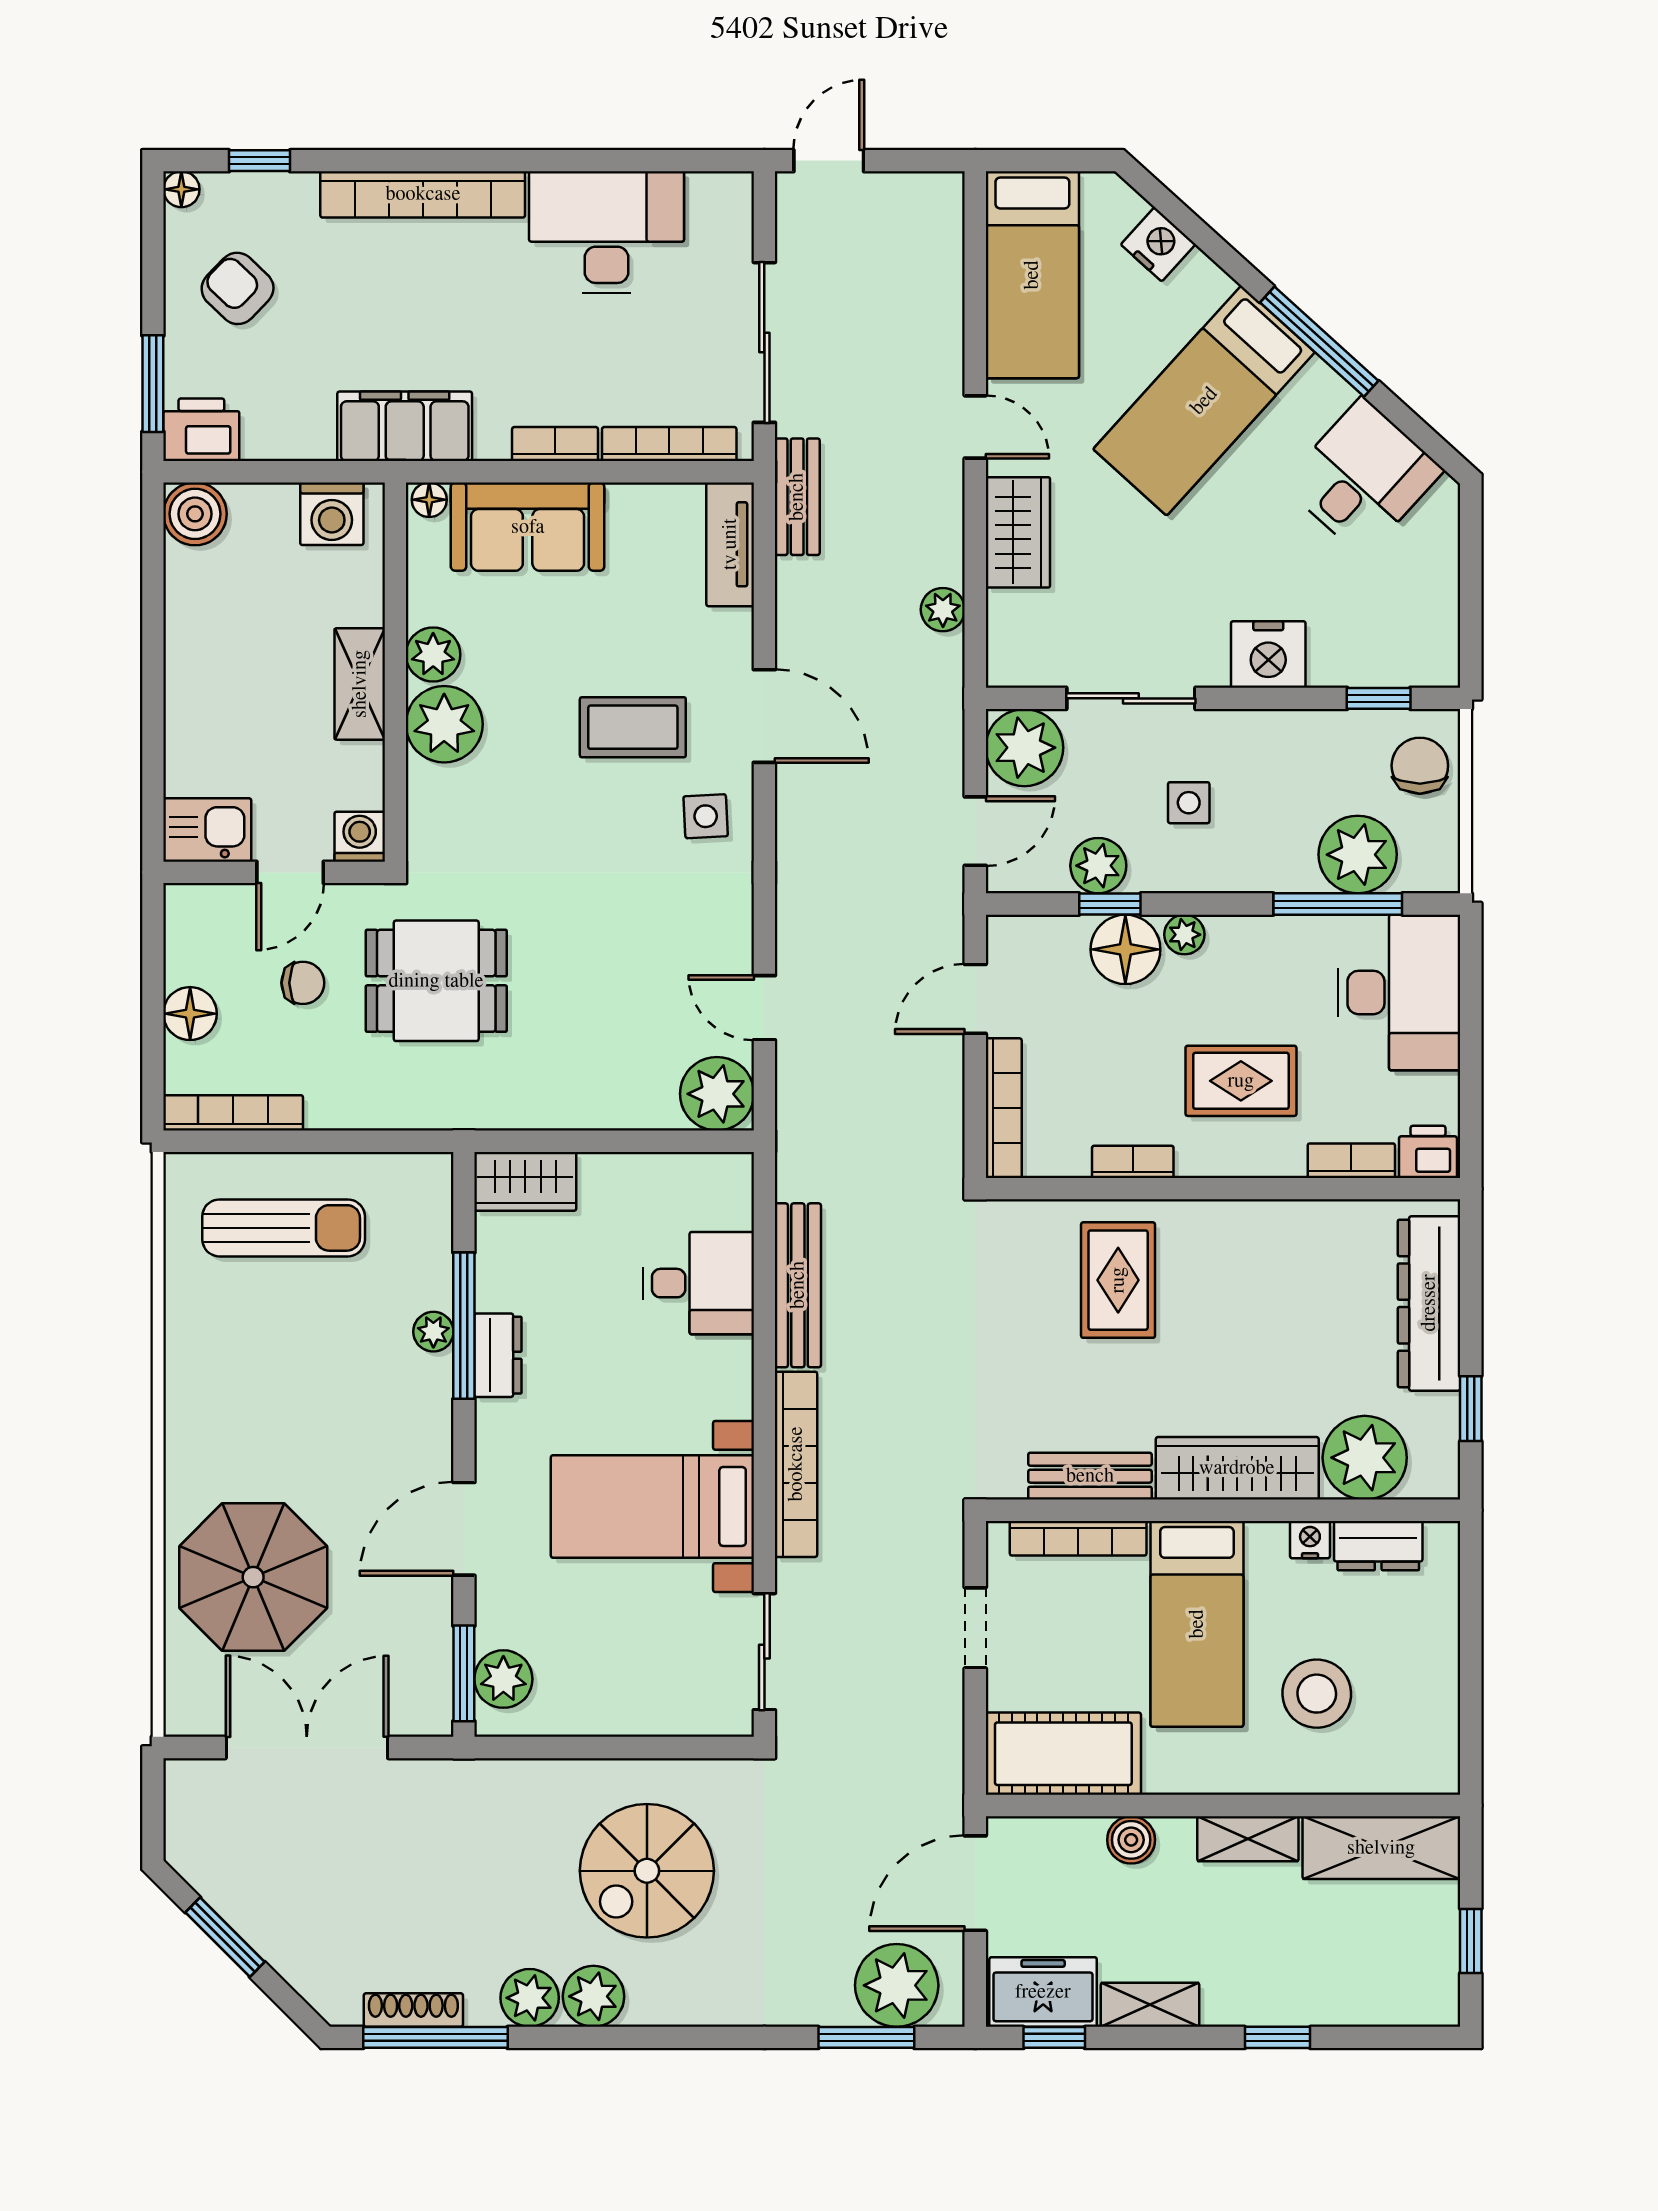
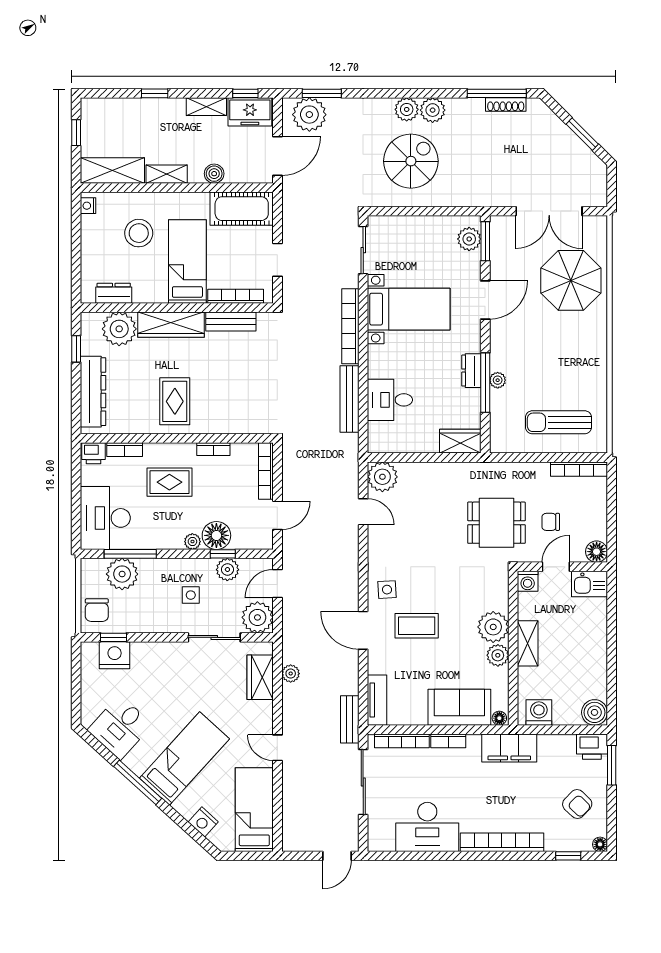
wardrobe: (1018, 532) -> (260, 677), moved
nightstand: (1268, 654) -> (115, 655), moved
floor lamp: (190, 1014) -> (597, 552), moved
rug: (1118, 1280) -> (175, 401), moved
nightstand: (1310, 1540) -> (88, 206), moved, turned 90
plant: (530, 1998) -> (407, 109), moved

